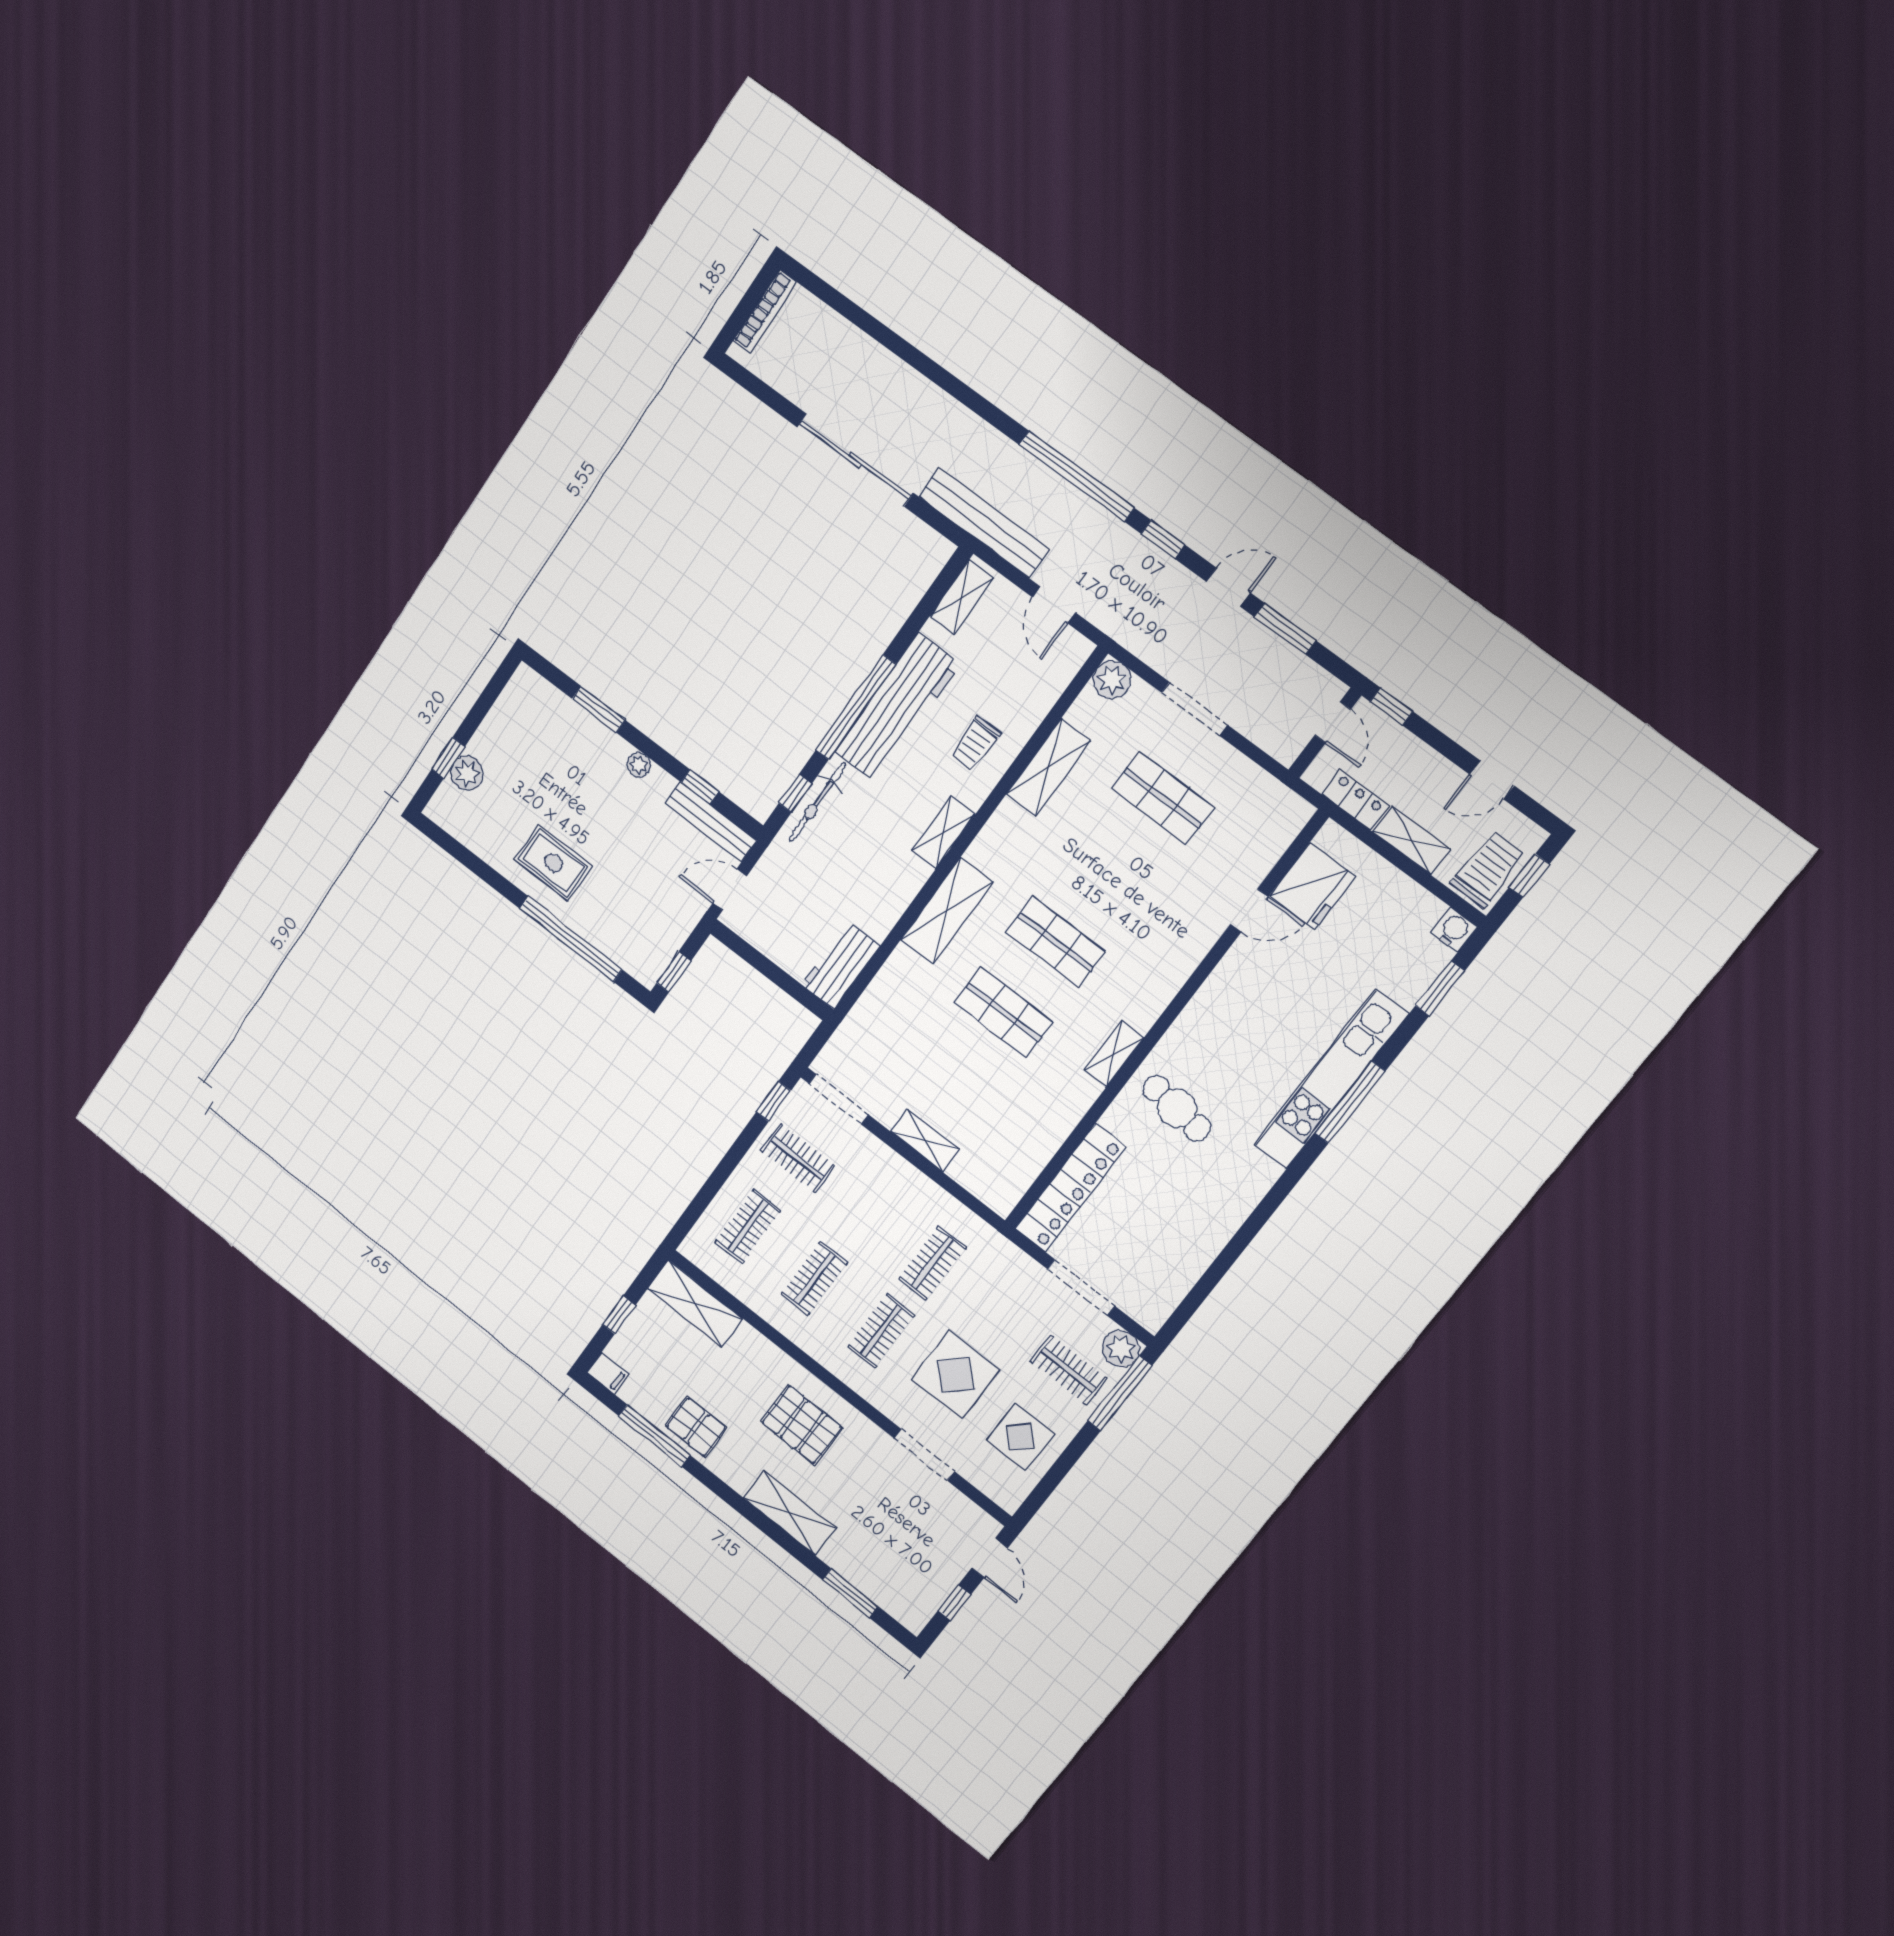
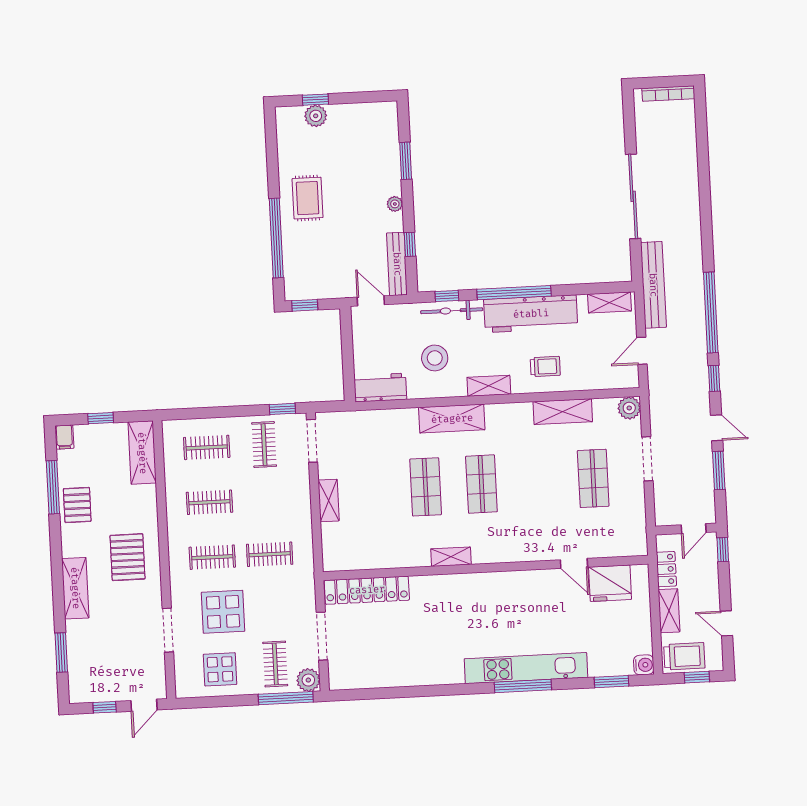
trolley: (976, 743) -> (545, 366), turned 180
stool: (857, 870) -> (435, 358), added
cafe table: (1177, 1108) -> (450, 608), removed

